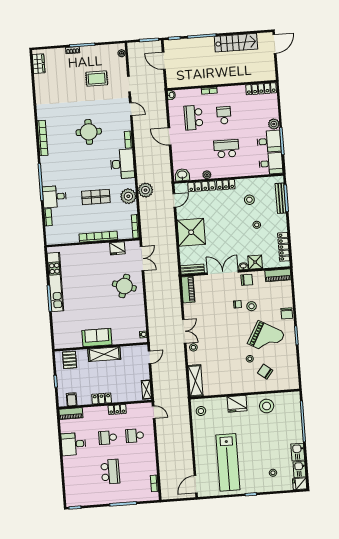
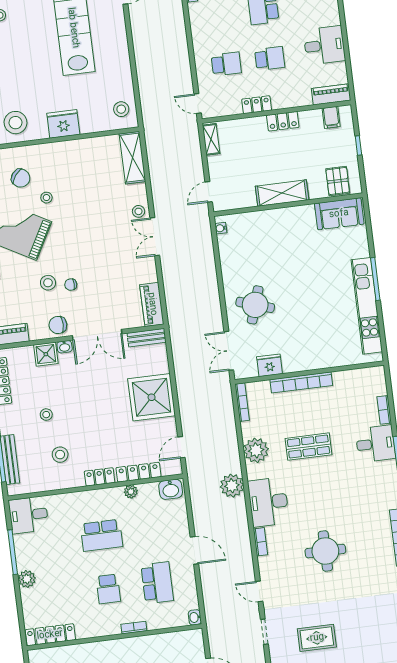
desk: (269, 141) -> (33, 550), removed
plant: (145, 190) -> (232, 486), moved
sofa: (97, 338) -> (339, 214), moved

